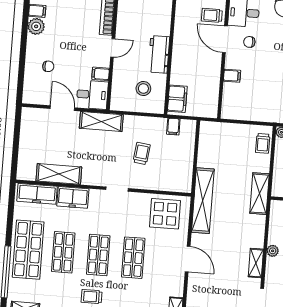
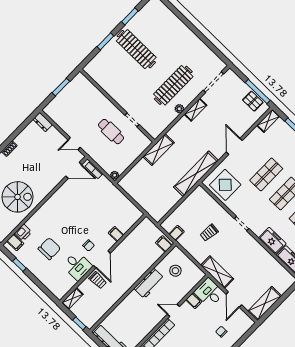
filing cabinet: (177, 99) -> (164, 244), width x0.50
trolley: (263, 143) -> (131, 178), removed
shelving: (59, 174) -> (265, 304), moved, turned 90

